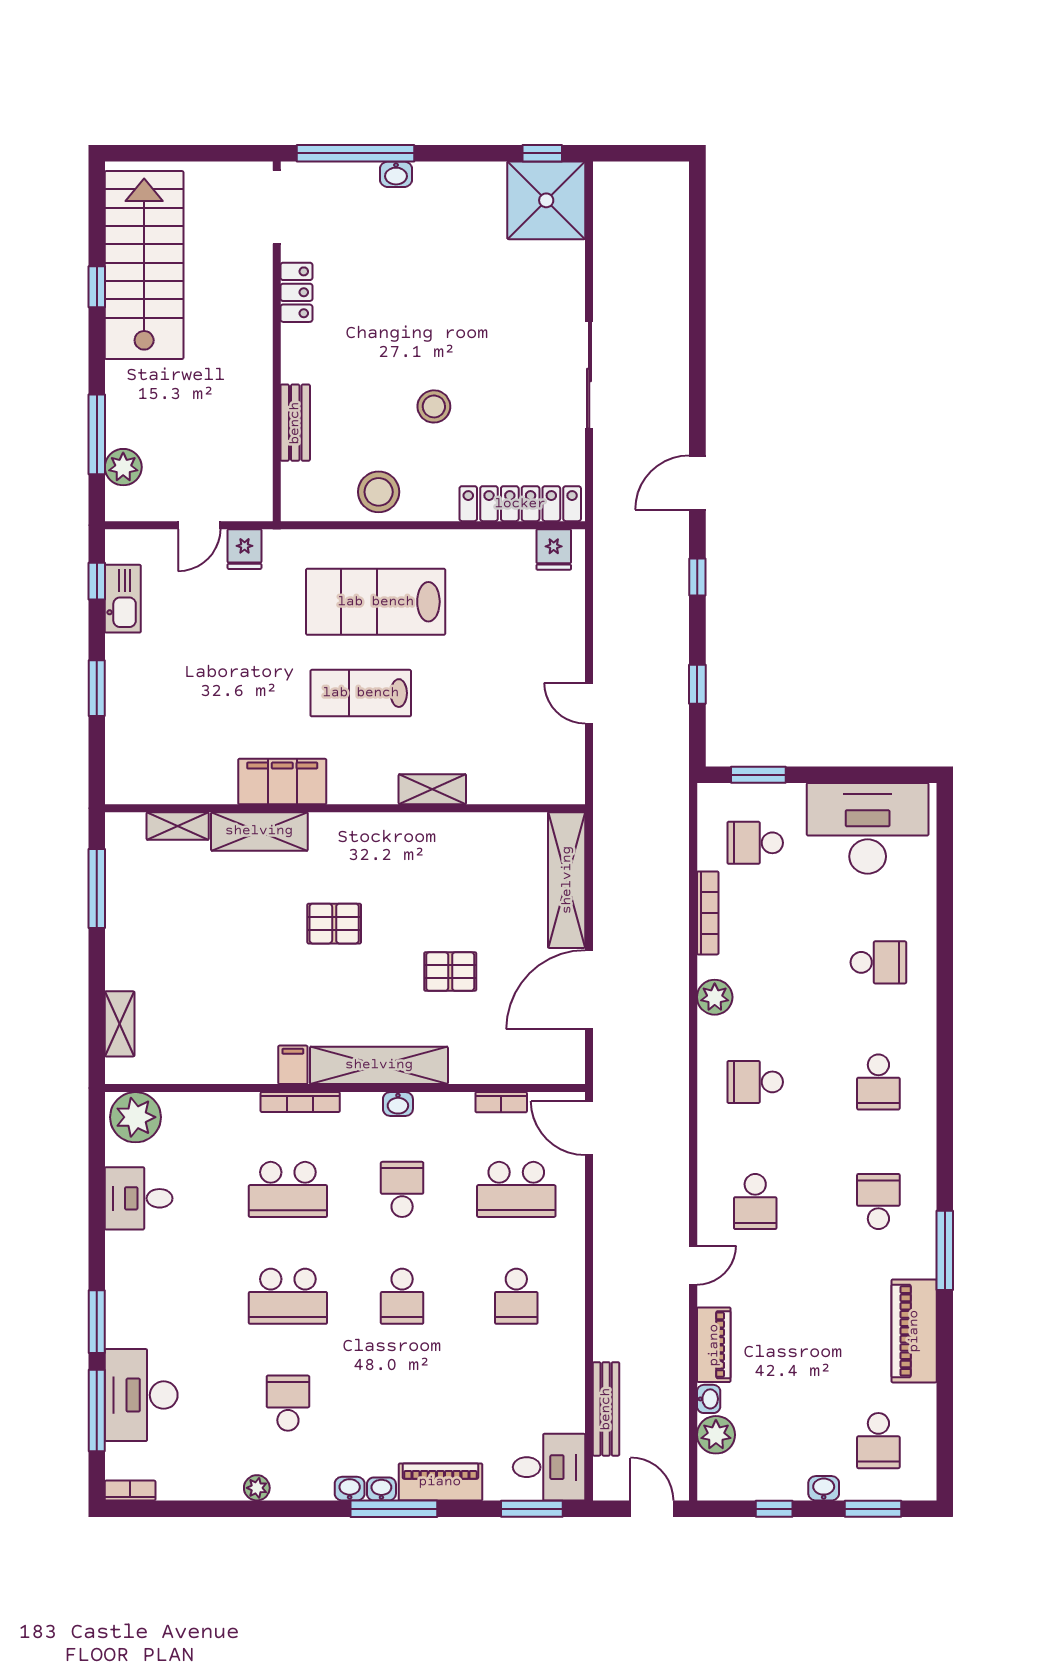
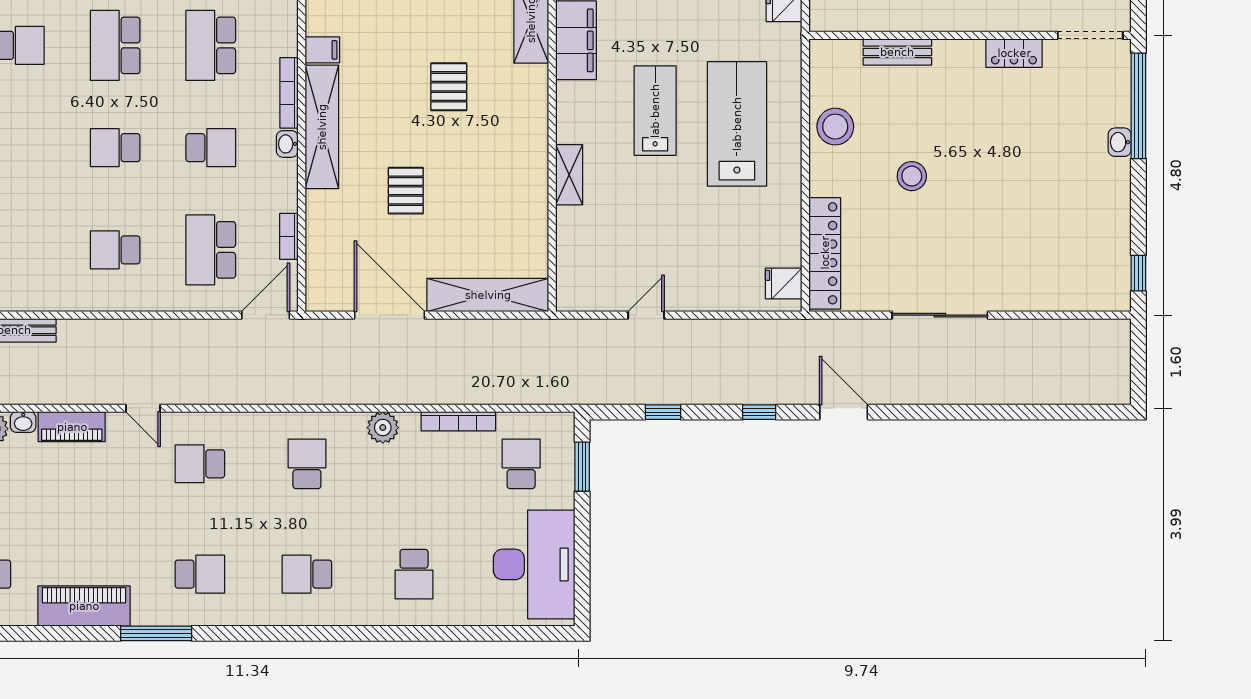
shower: (546, 200) -> (1096, 277), removed
bookcase: (300, 1102) -> (289, 93), moved

